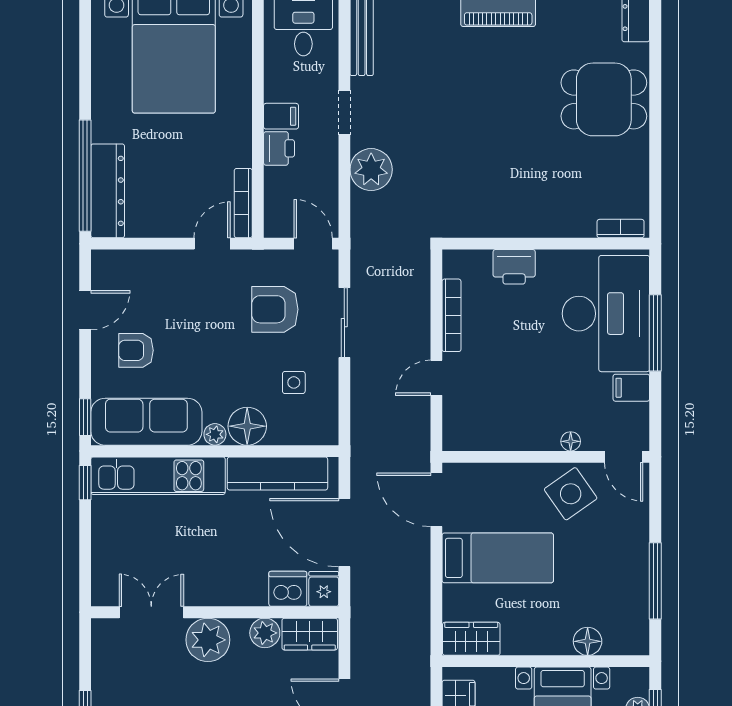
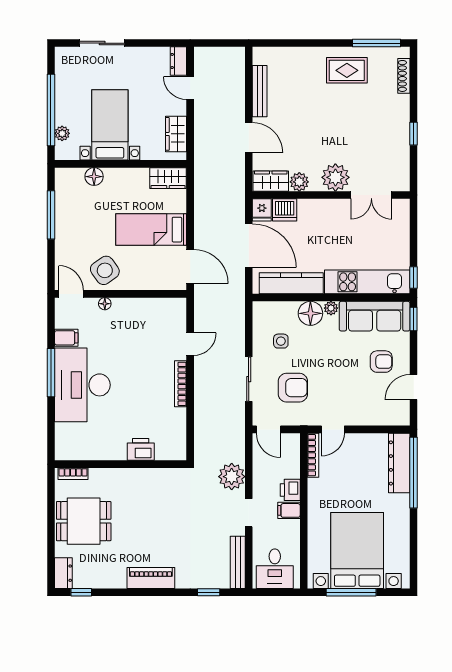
bookcase: (621, 229) -> (73, 474), moved
wall: (546, 244) -> (121, 464), moved
printer: (514, 267) -> (141, 449), moved

